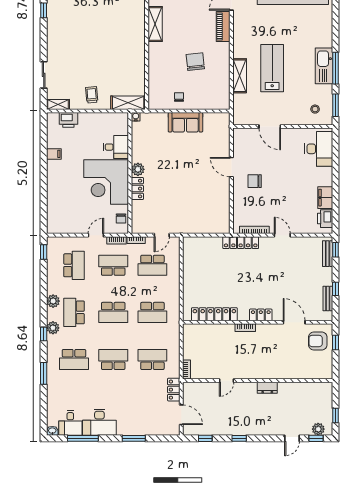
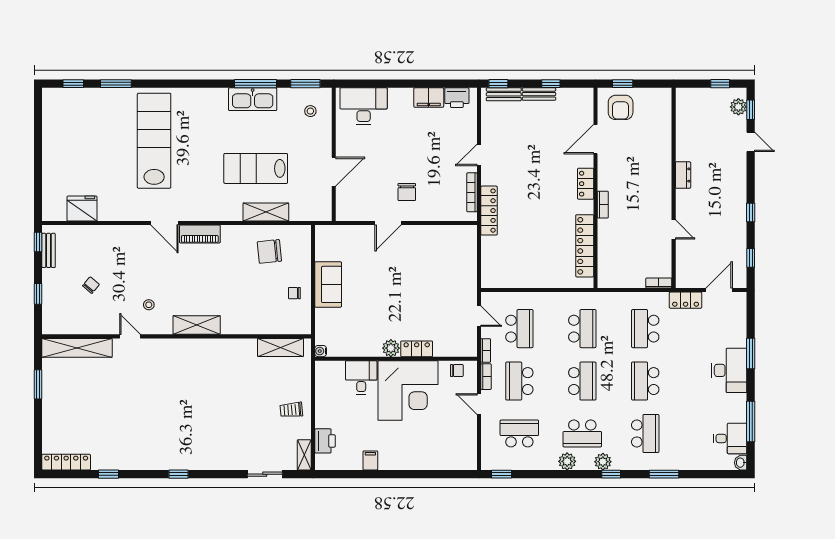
chair: (195, 62) -> (269, 251), moved
shelving: (128, 103) -> (281, 347), moved, turned 90
bench: (328, 298) -> (539, 94), moved
desk: (99, 422) -> (729, 370), moved

